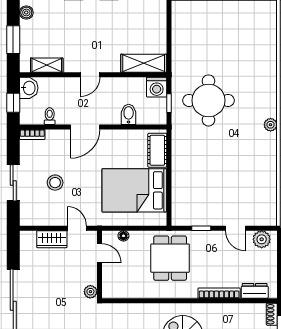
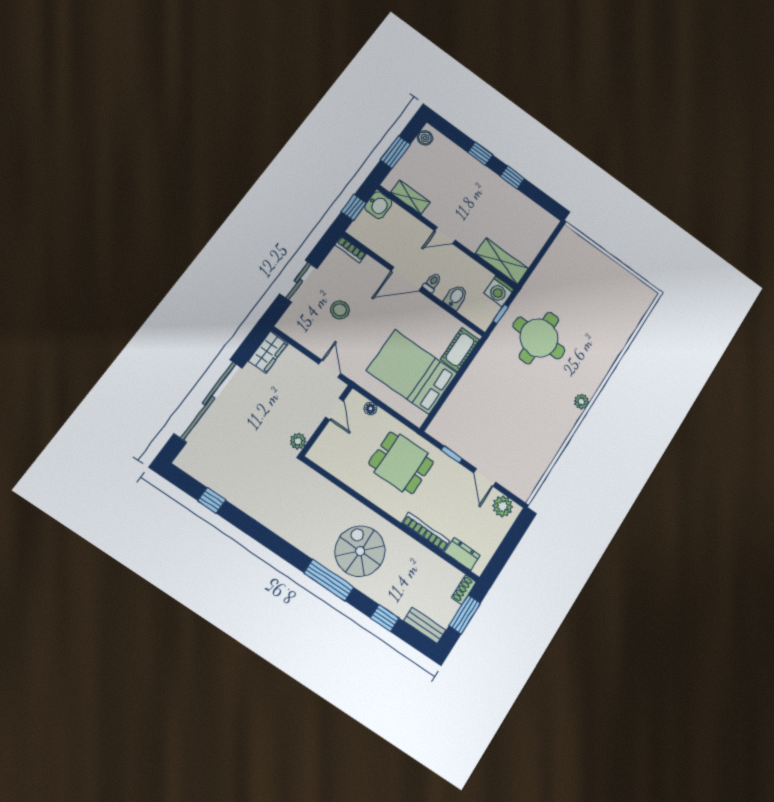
toilet: (50, 116) -> (432, 283), moved
wardrobe: (52, 239) -> (268, 352), moved, turned -90
dining table: (170, 258) -> (401, 463), turned 90

